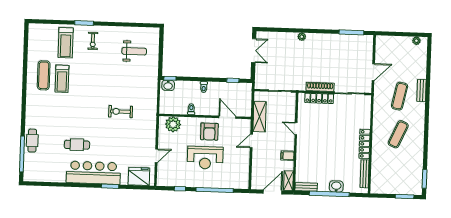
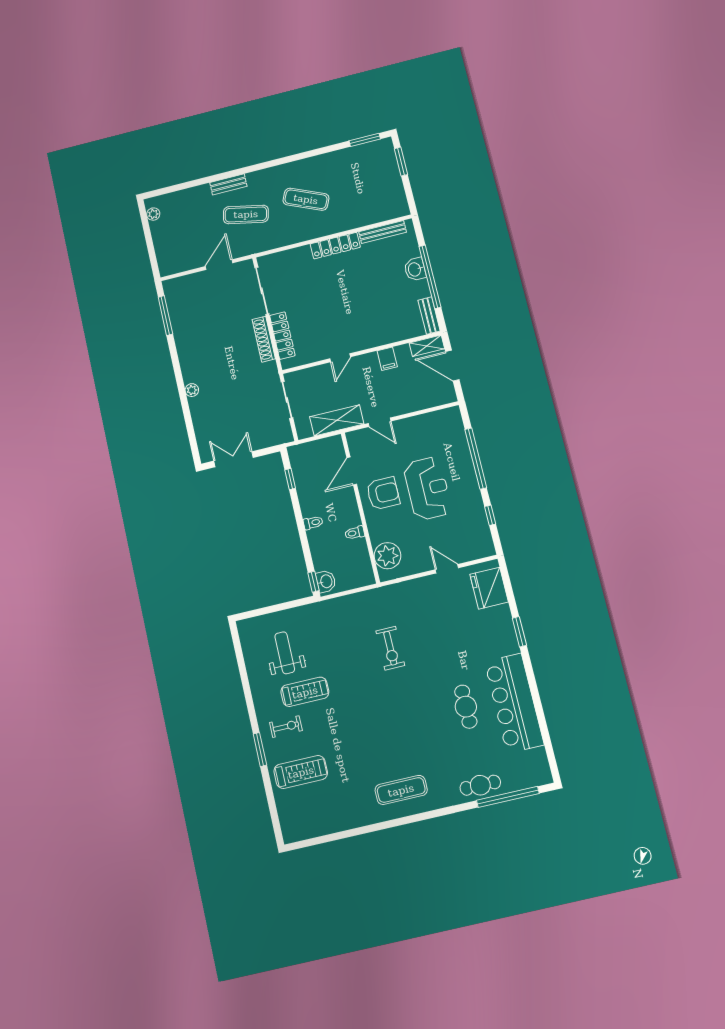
door: (373, 72) -> (219, 265), hinge flipped
exercise mat: (44, 75) -> (401, 790), moved
treadmill: (62, 79) -> (305, 692), moved
bar counter: (93, 173) -> (514, 703), moved

